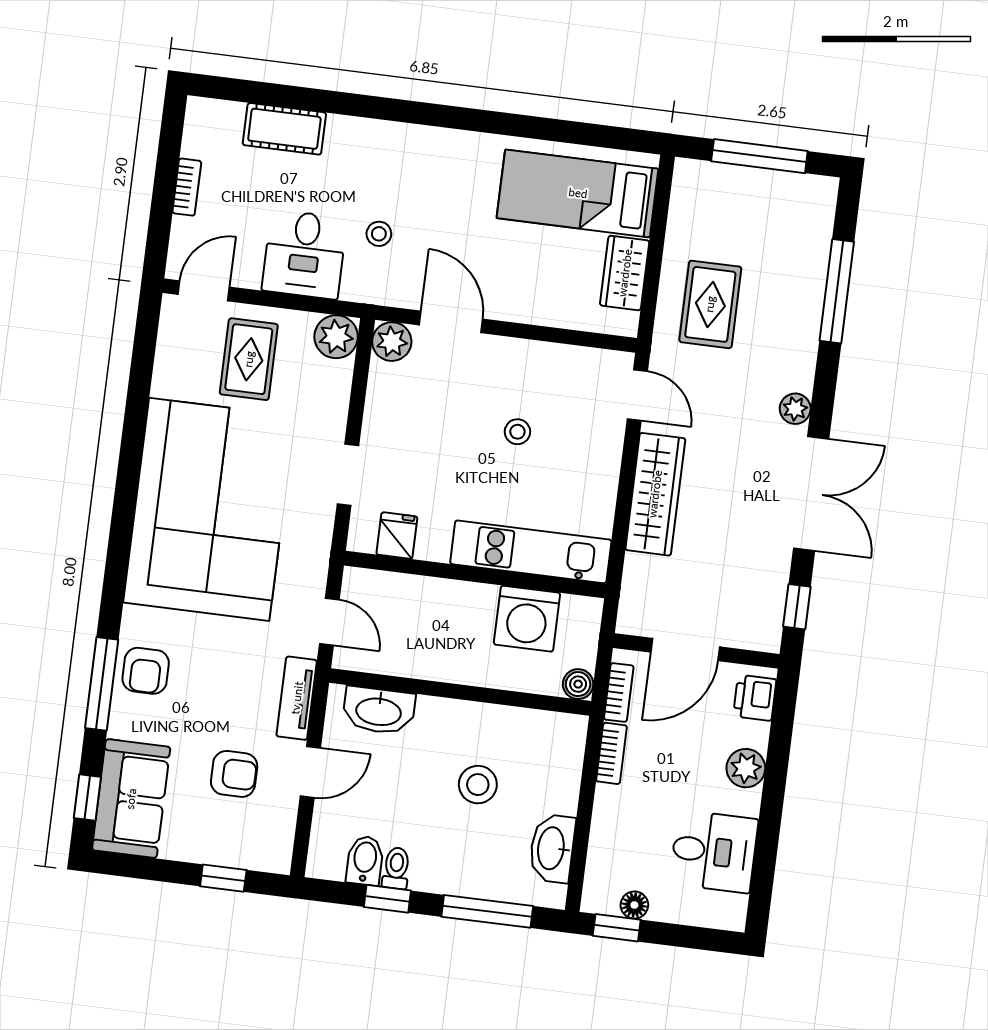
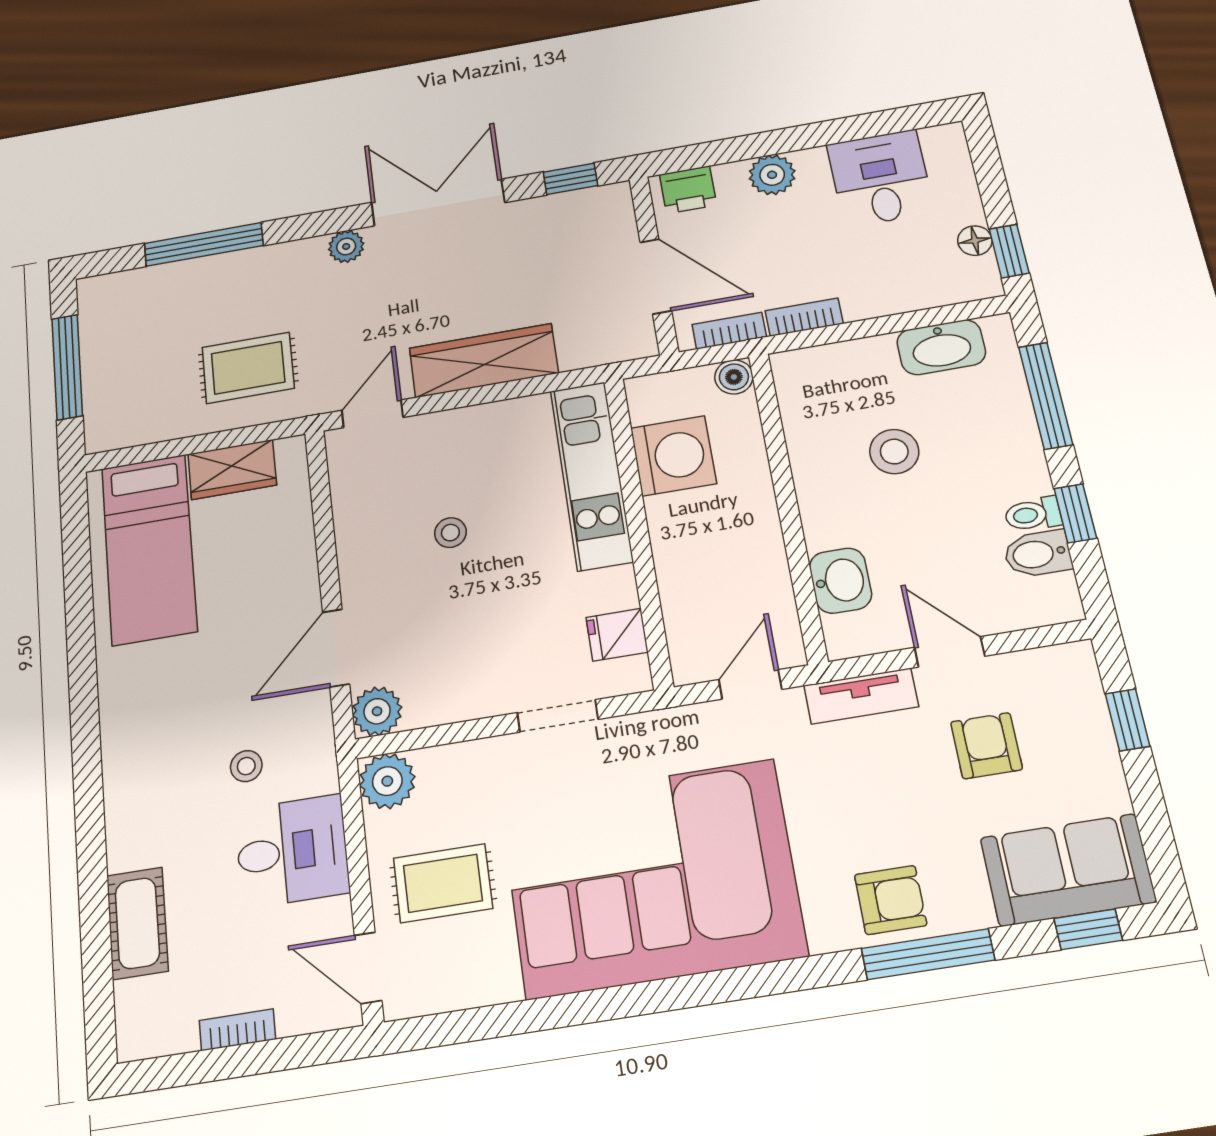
washbasin: (379, 711) -> (840, 581), width x0.72

